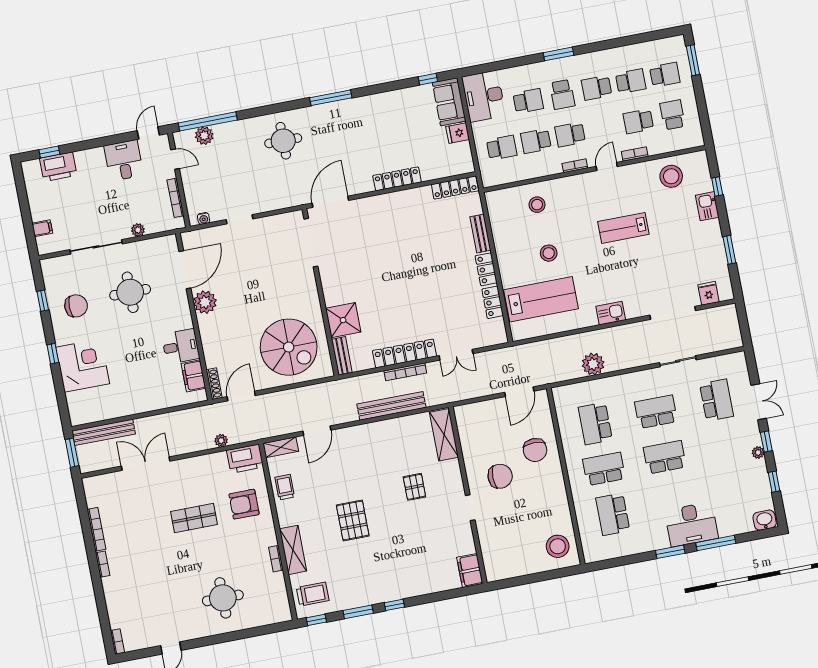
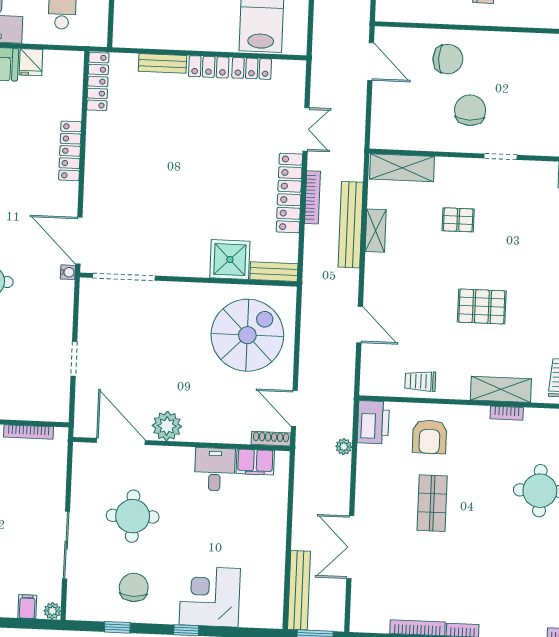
water cooler: (204, 218) -> (68, 272), moved
plant: (138, 230) -> (52, 611), moved
shelving: (281, 447) -> (376, 231), moved

